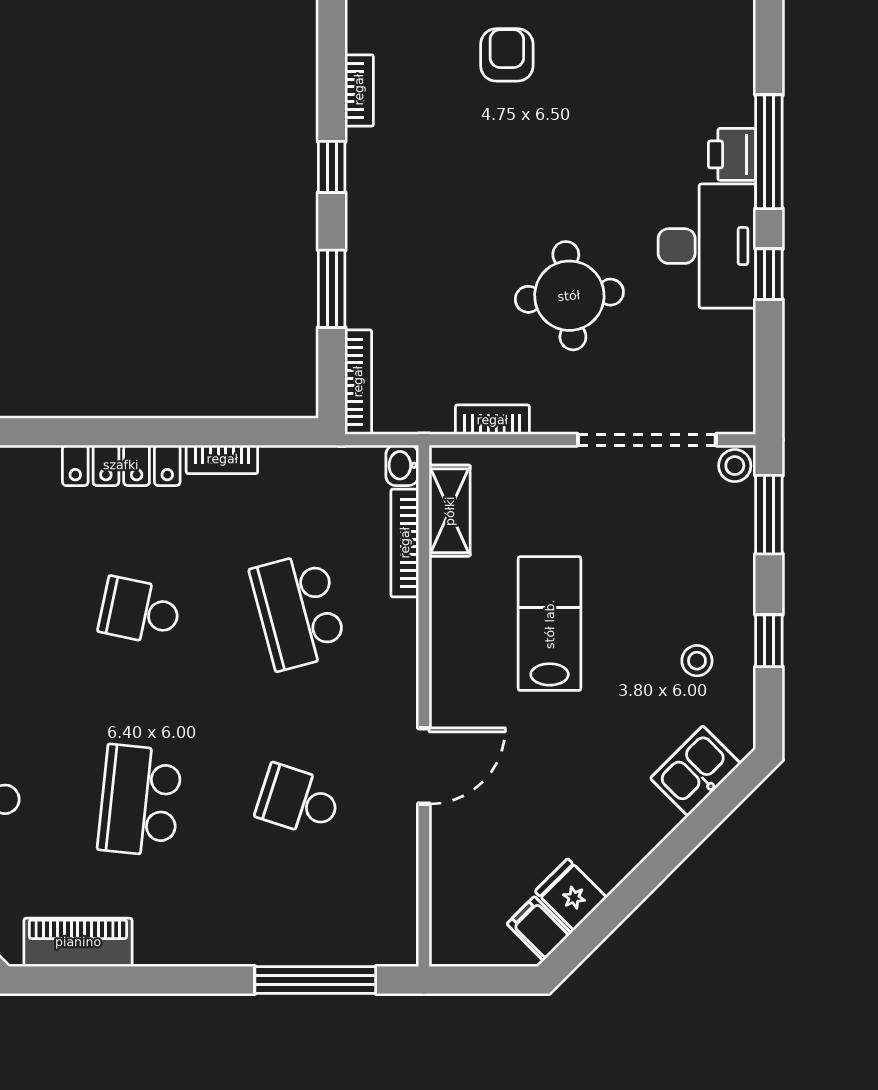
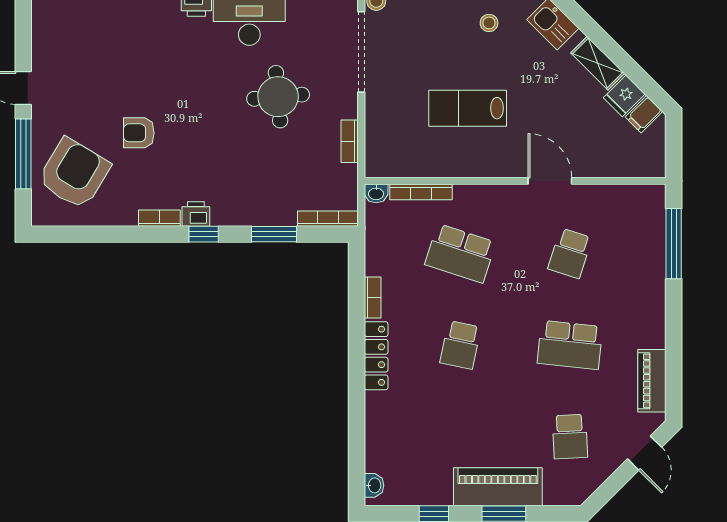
printer: (366, 154) -> (196, 214), added
shelving: (450, 511) -> (598, 63), moved, turned 45
school desk: (298, 611) -> (460, 253), turned 33

